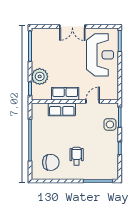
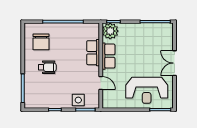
plant: (40, 76) -> (110, 31), moved

